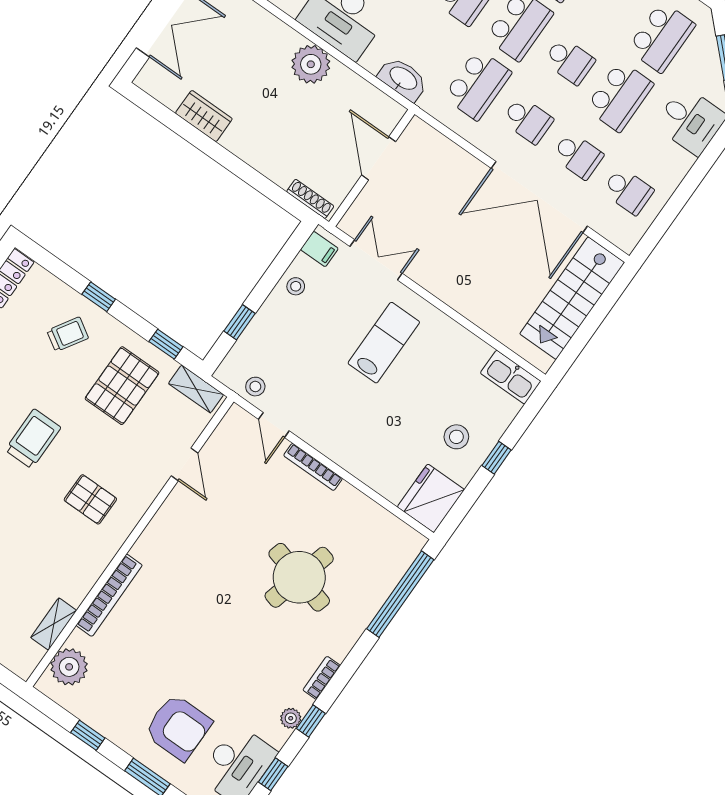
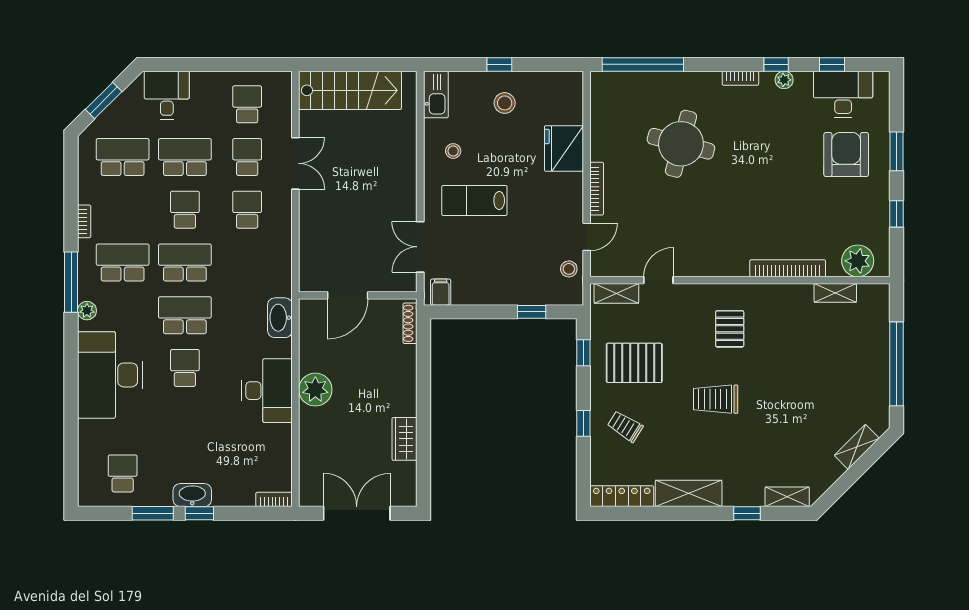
school desk: (477, 85) -> (247, 262), removed
double door: (539, 197) -> (295, 163), width x0.54
stool: (296, 286) -> (453, 151), moved
shelving: (196, 389) -> (616, 293), moved, turned 90
fridge: (431, 498) -> (564, 148), moved, turned 90

